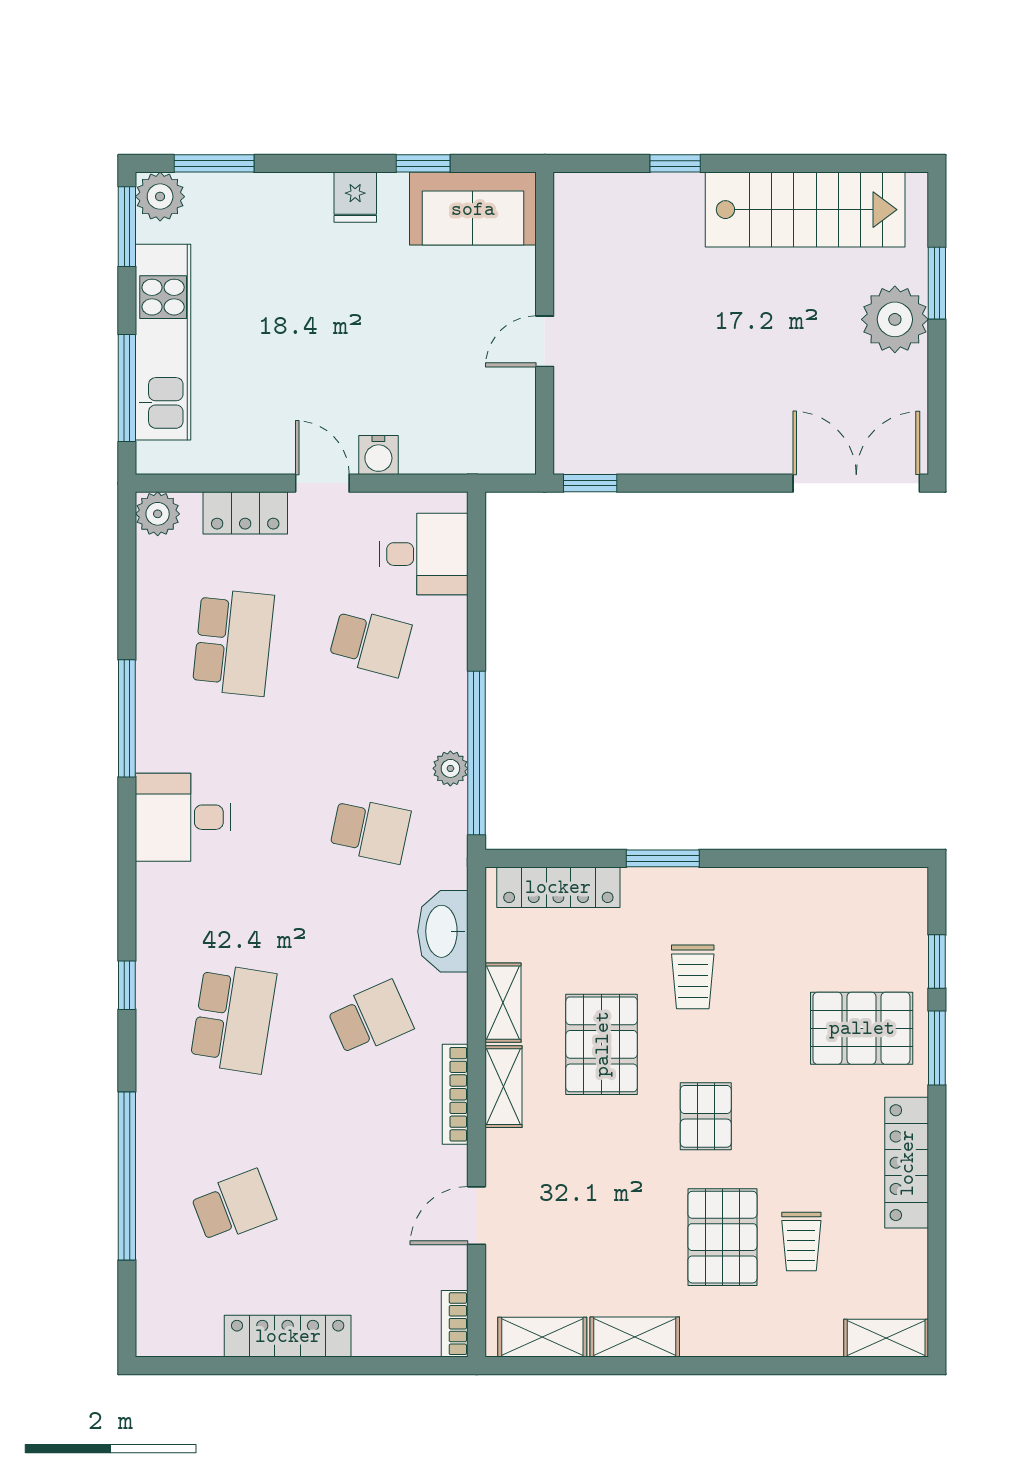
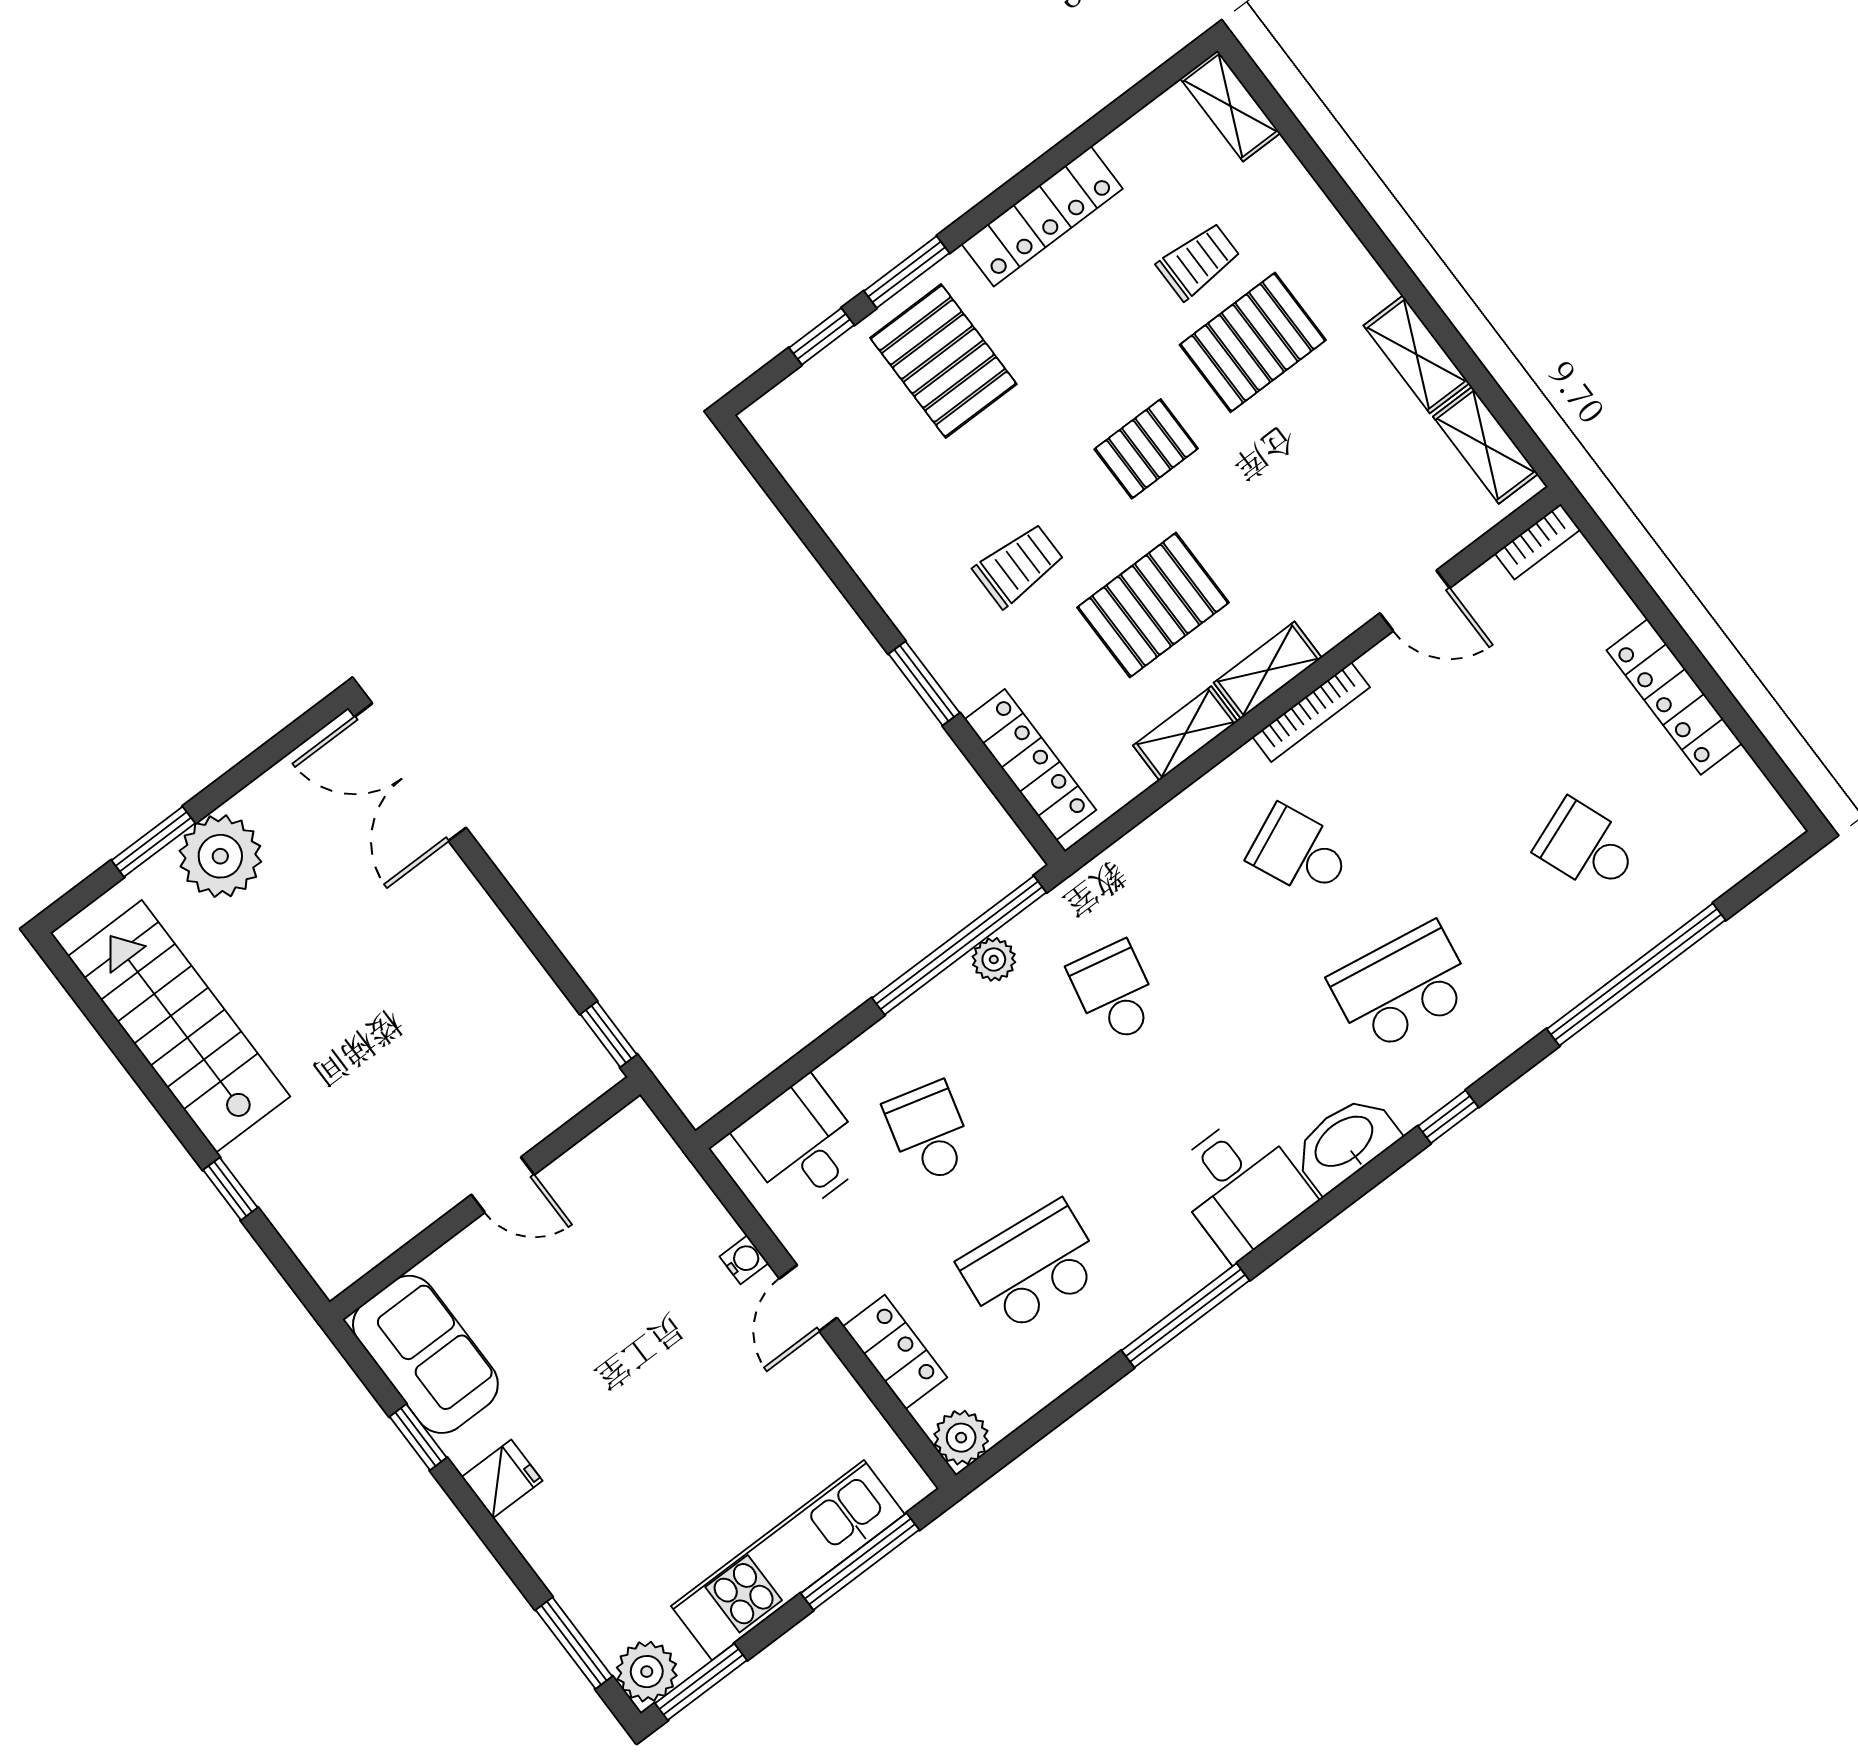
water cooler: (378, 455) -> (744, 1260), width x0.72, depth x0.72
washbasin: (443, 931) -> (1345, 1143), moved, turned 180

